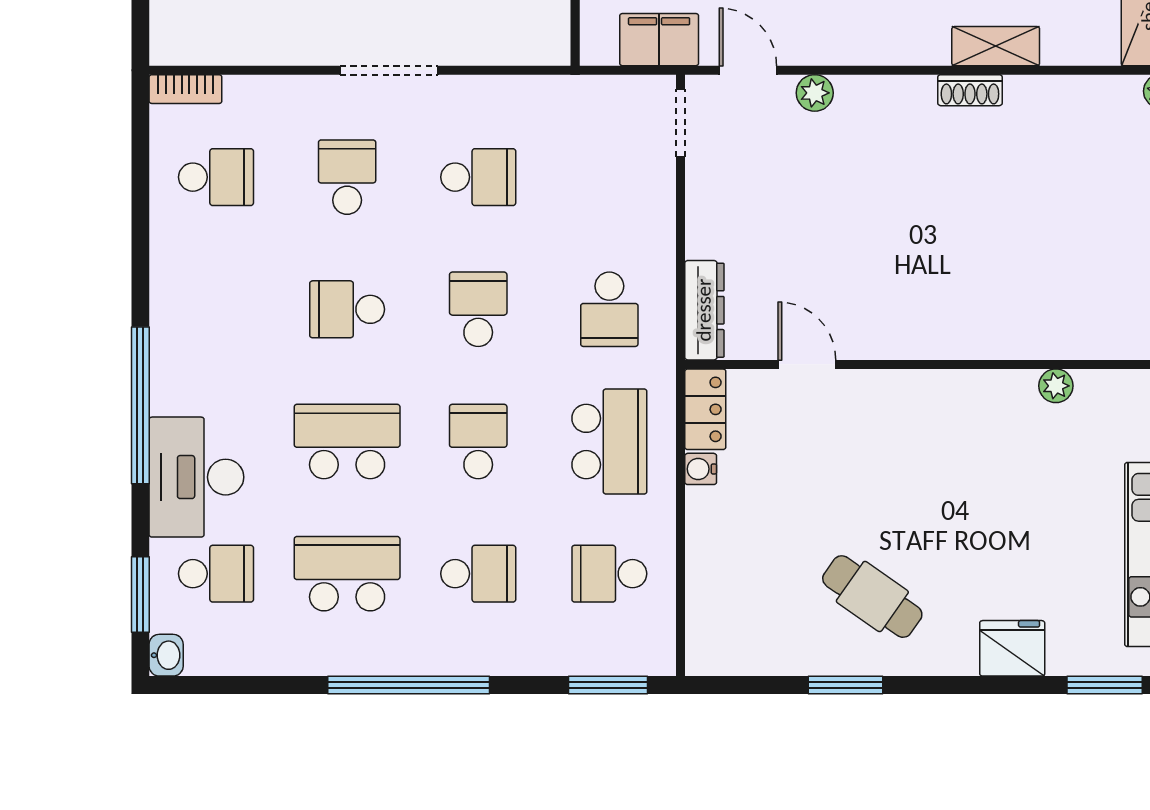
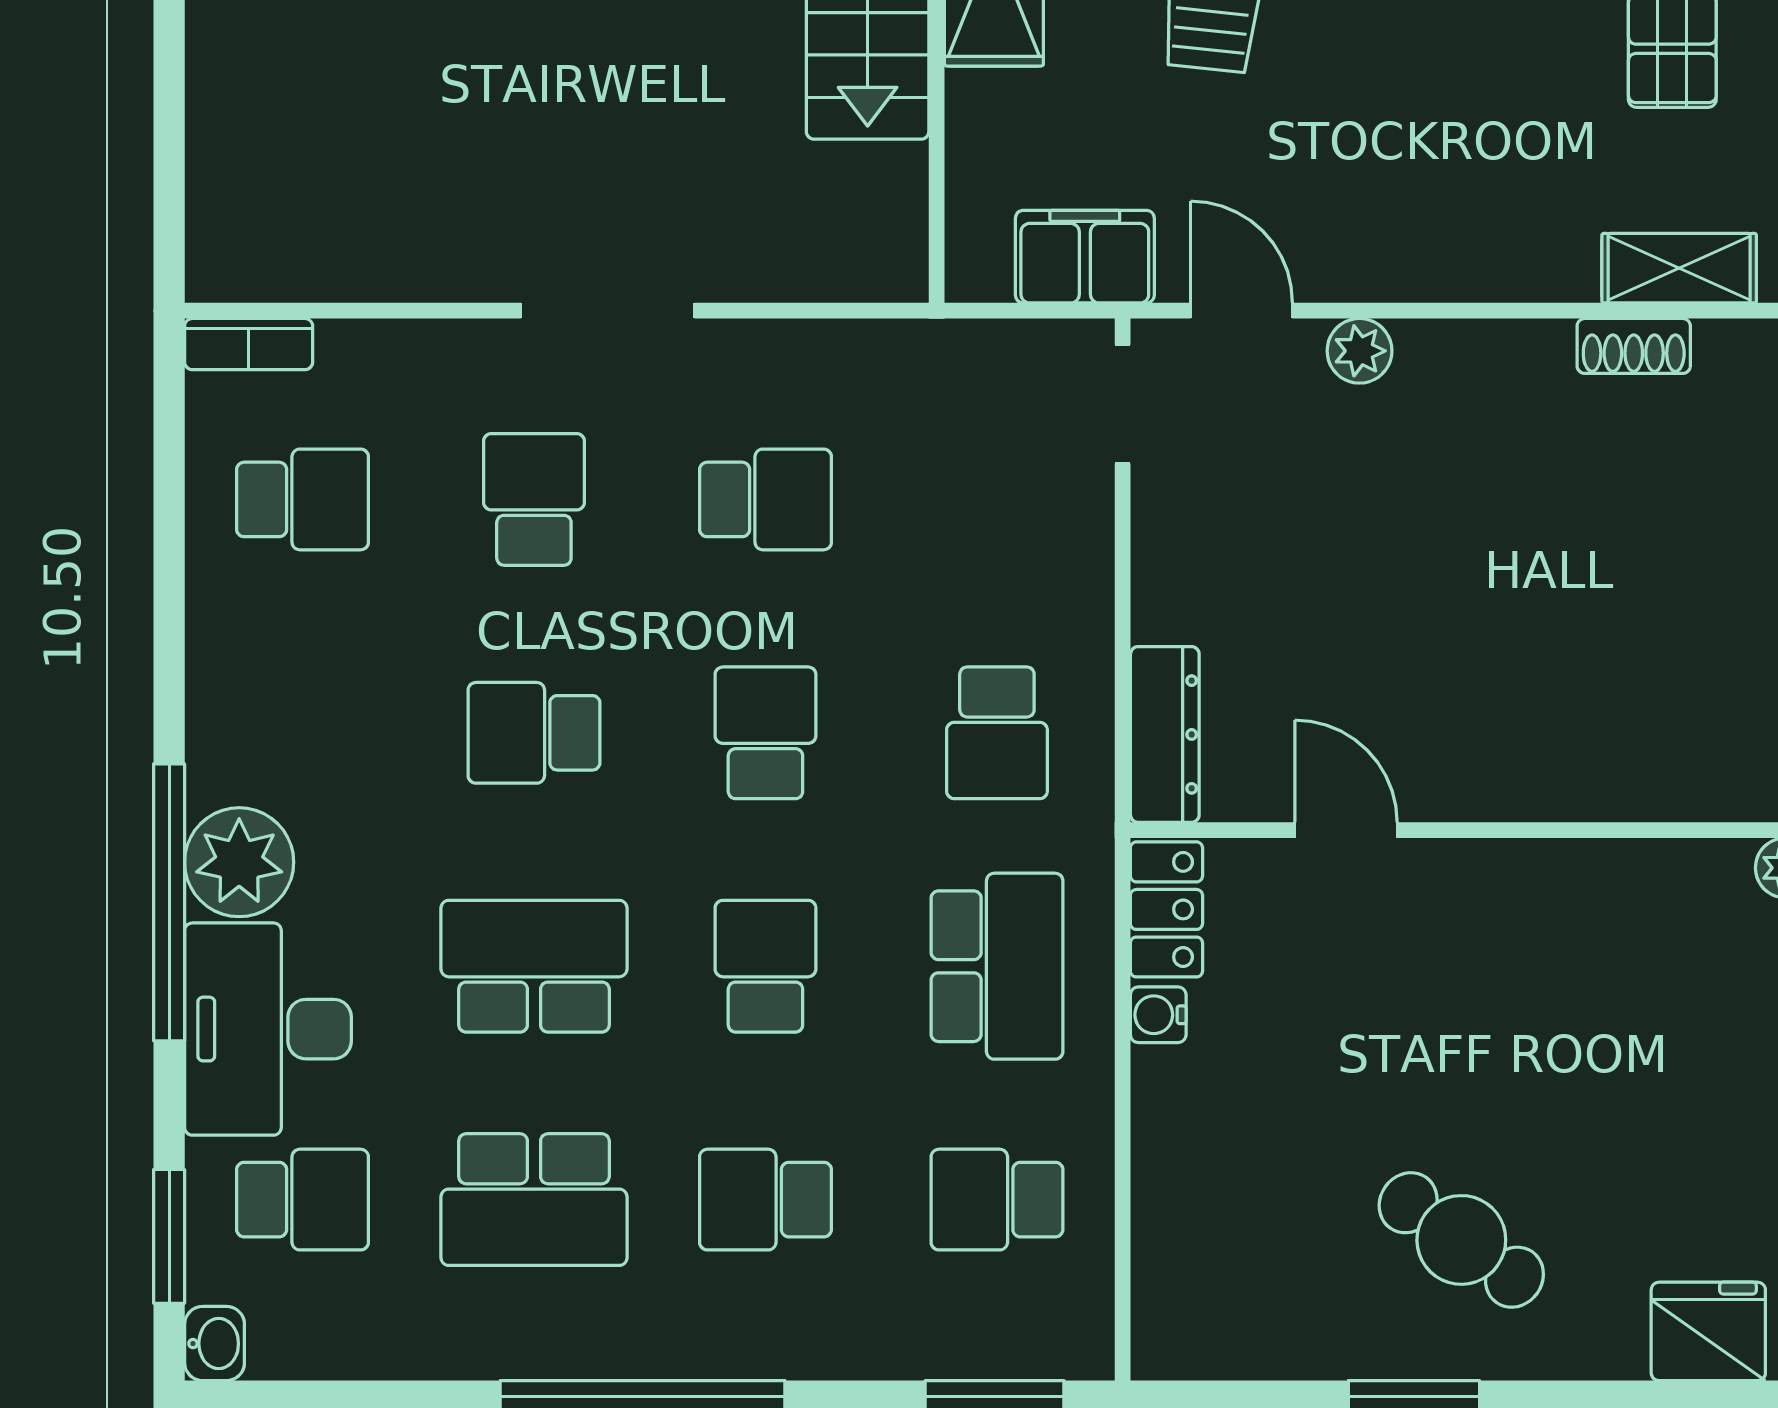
plant: (180, 383) -> (239, 862), added
school desk: (347, 574) -> (534, 1200), turned 180
school desk: (478, 574) -> (765, 1200), turned 180

